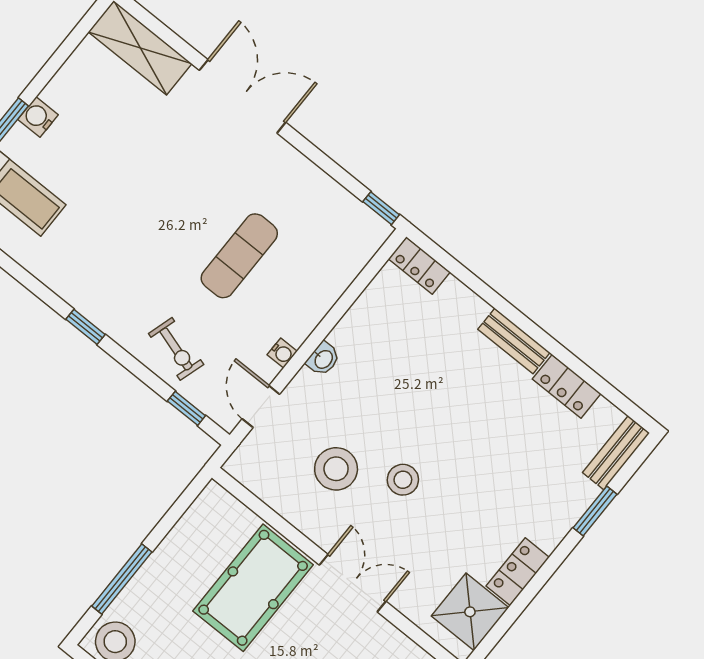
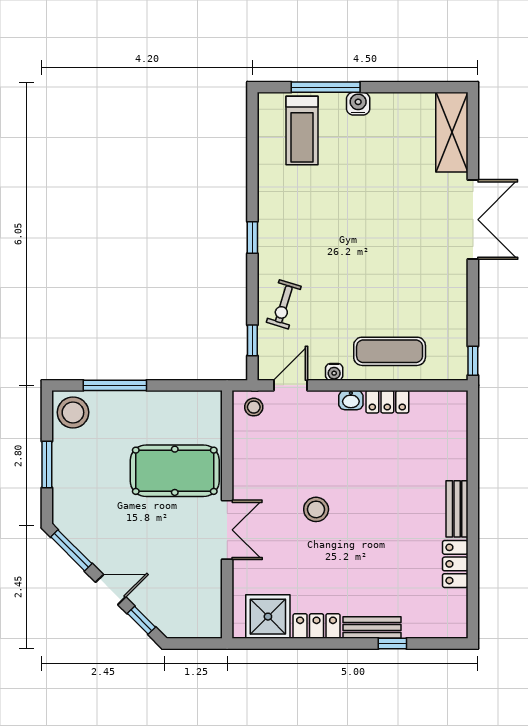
exercise mat: (239, 256) -> (390, 351), moved
locker: (419, 265) -> (387, 402), moved, turned -90
bench: (616, 453) -> (372, 628), moved
stool: (336, 469) -> (254, 407), moved, width x0.53, depth x0.53
window: (595, 511) -> (392, 644), width x0.67

